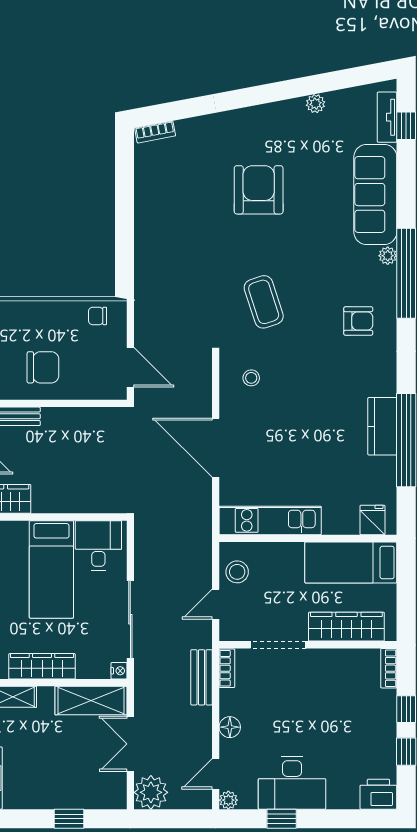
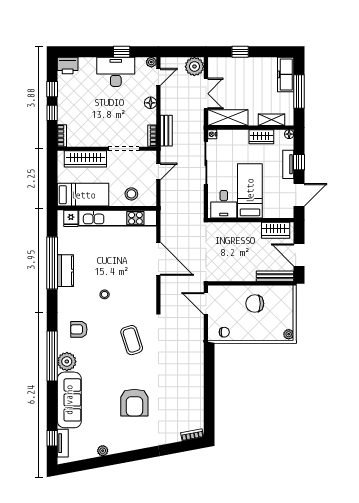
plant: (388, 256) -> (67, 361), width x1.88, depth x1.88
stool: (251, 378) -> (105, 294), moved
kitchen unit: (270, 520) -> (118, 218), width x1.36
stool: (237, 572) -> (131, 194), moved
wardrobe: (42, 666) -> (261, 137), width x0.67

